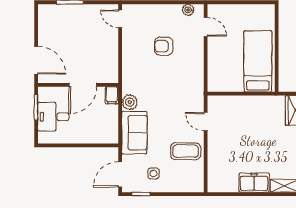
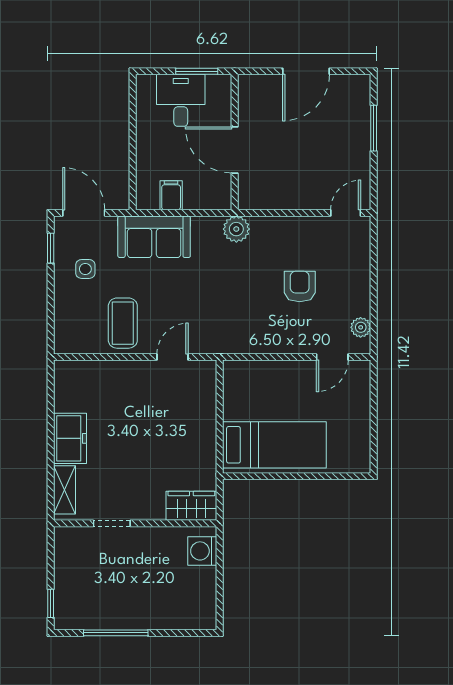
door: (36, 60) -> (306, 71), moved
filing cabinet: (112, 95) -> (171, 195), moved, turned 90
plant: (130, 102) -> (236, 229), moved

